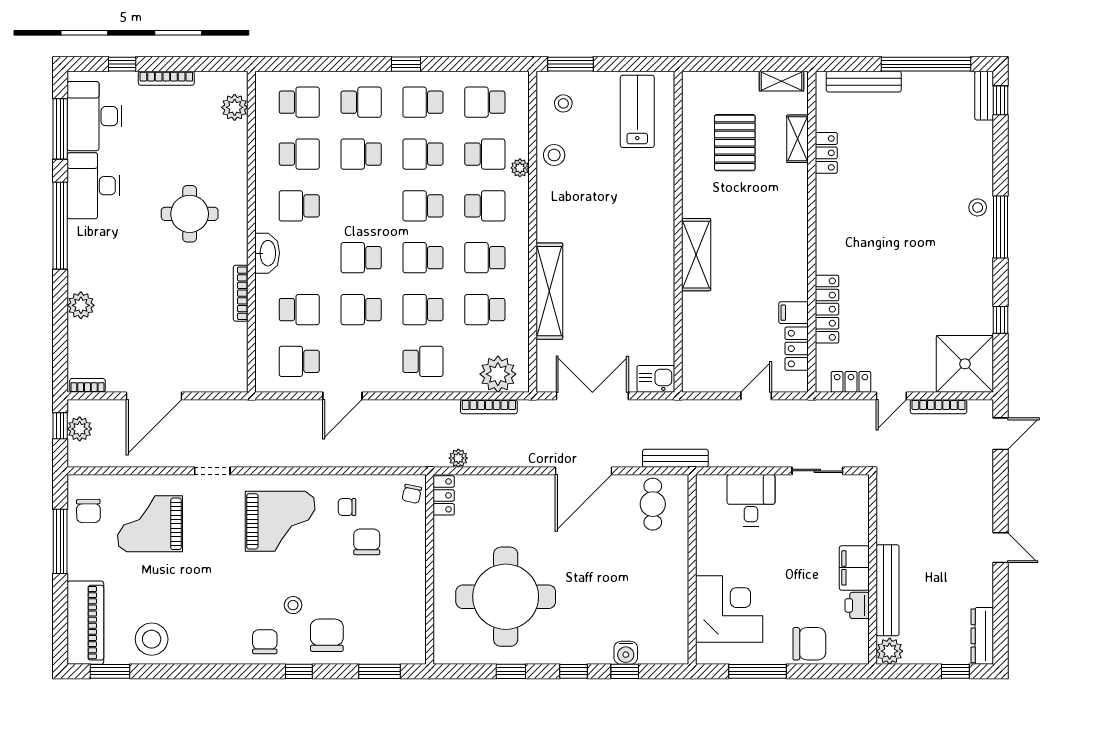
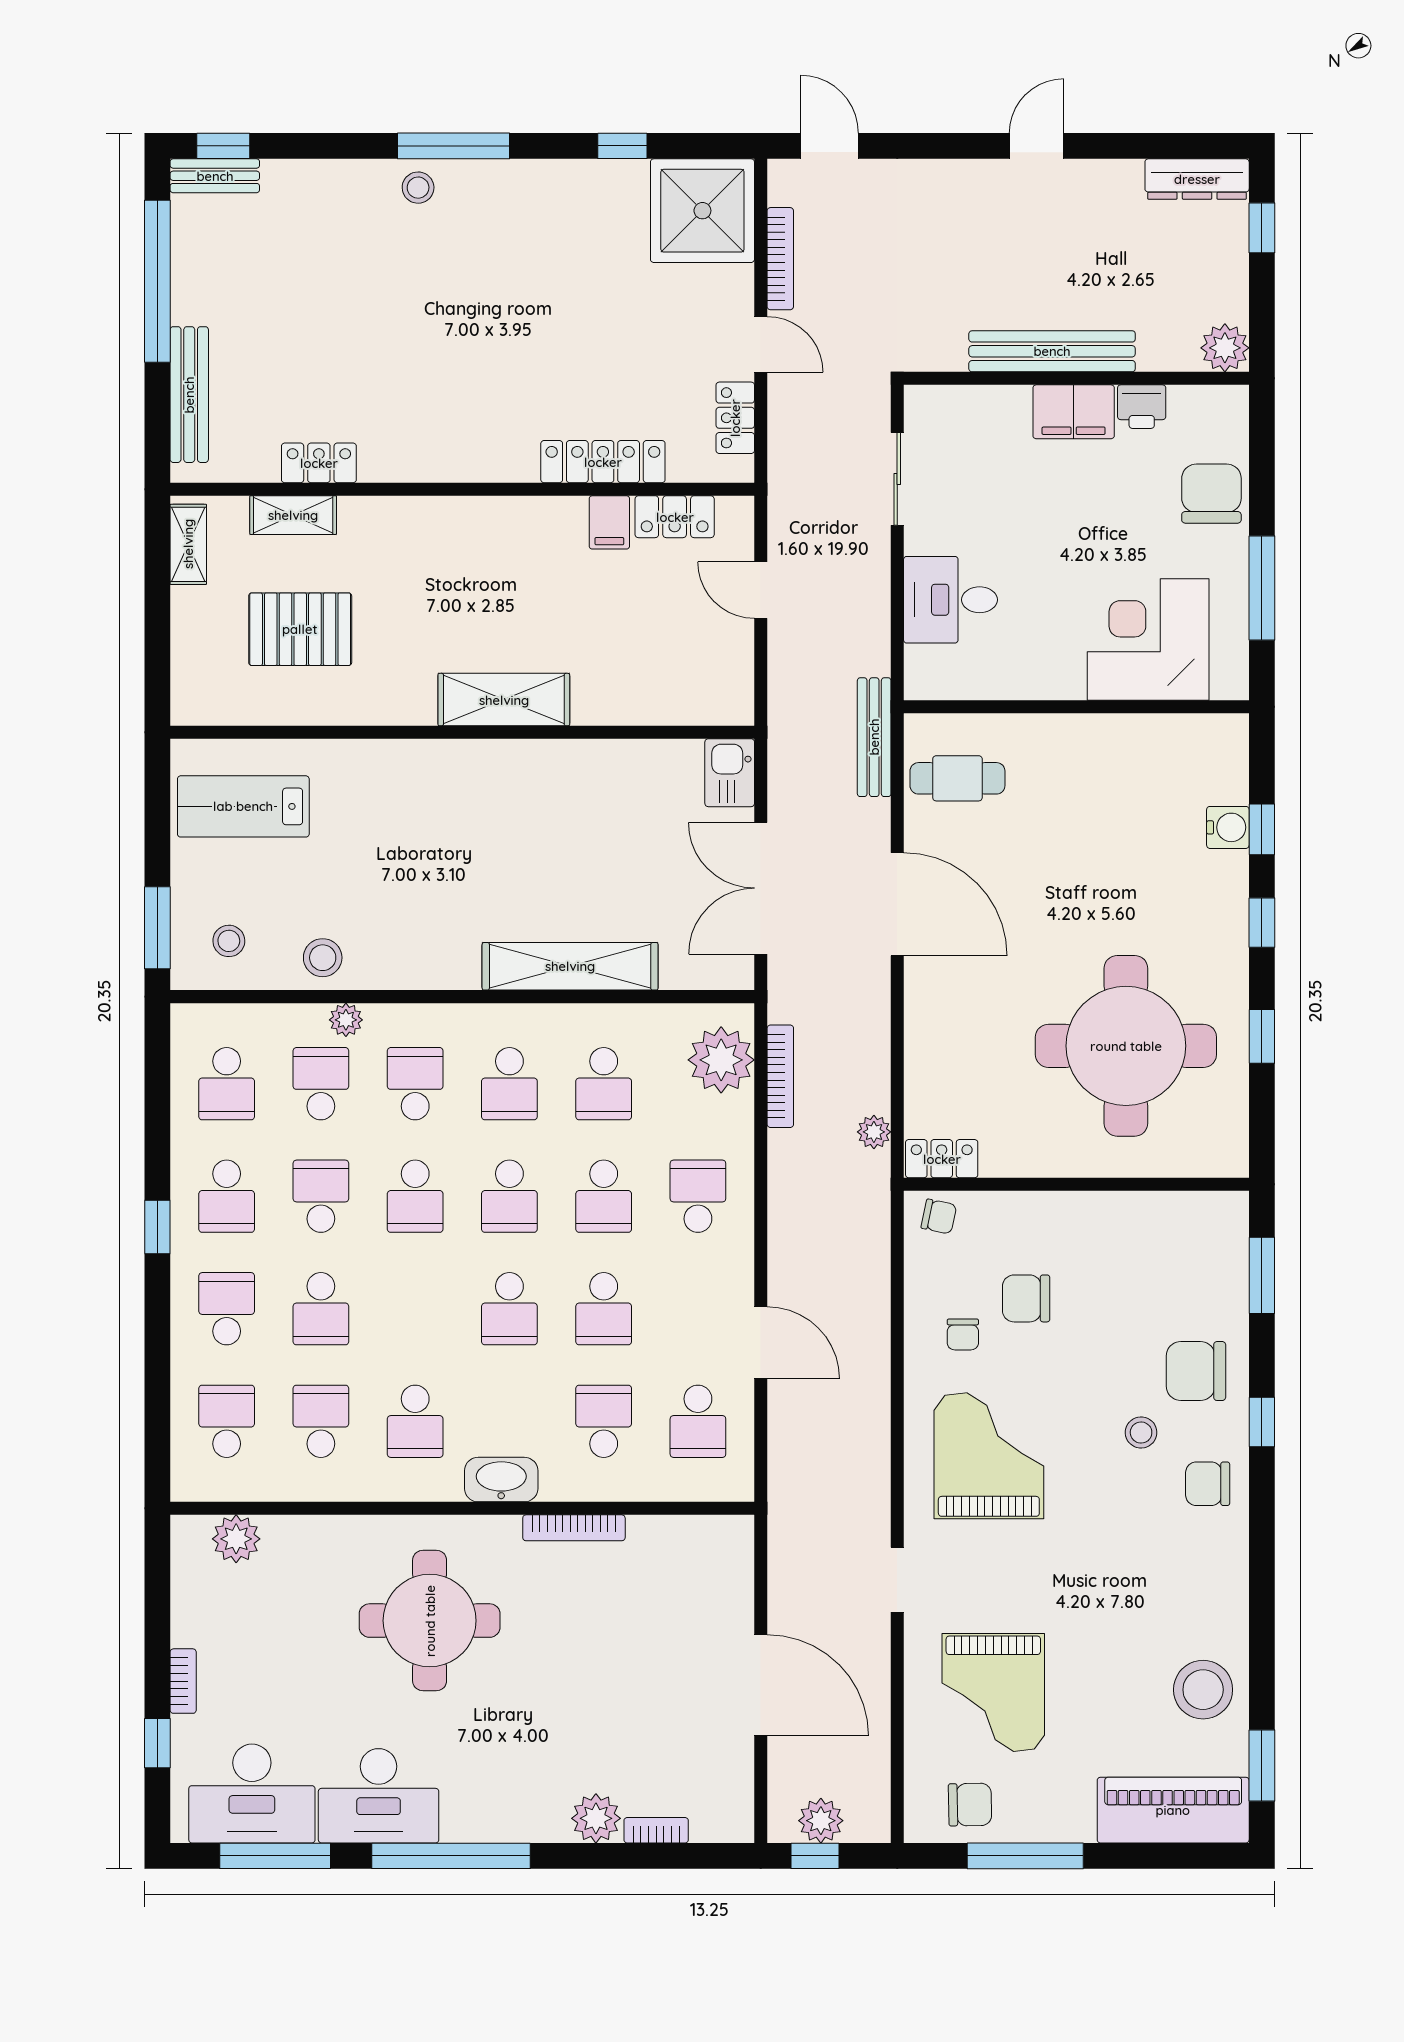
bookcase: (166, 78) -> (183, 1681), width x0.64
school desk: (423, 154) -> (321, 1196), turned 180
round table: (190, 214) -> (430, 1621), width x1.36, depth x1.36
bookcase: (87, 385) -> (656, 1830), moved, turned 90
bench: (888, 590) -> (1052, 351), moved

